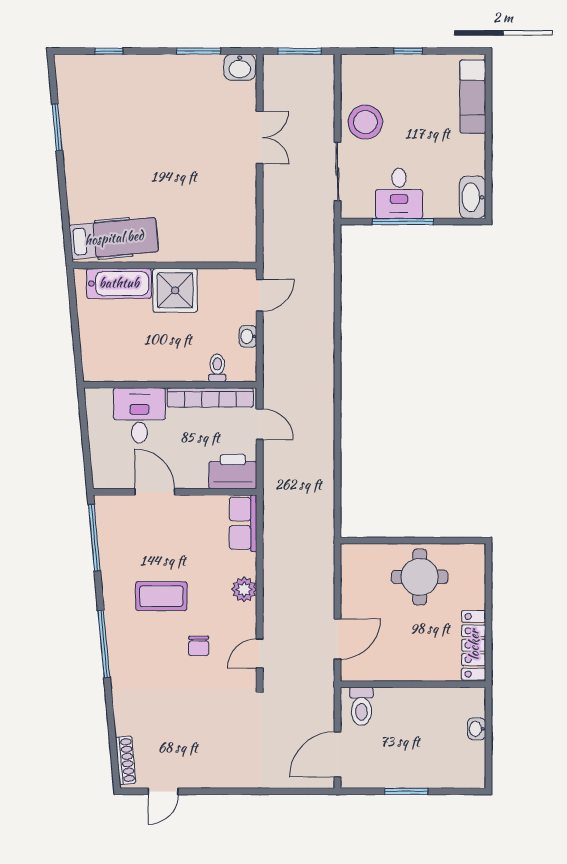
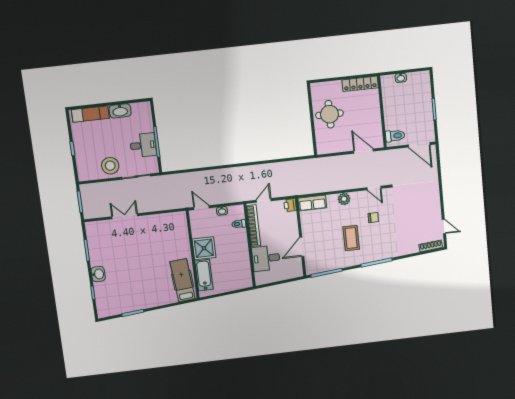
washbasin: (240, 67) -> (98, 274), moved
washbasin: (473, 197) -> (120, 111), moved
printer: (233, 472) -> (290, 205), width x0.53, depth x0.68

